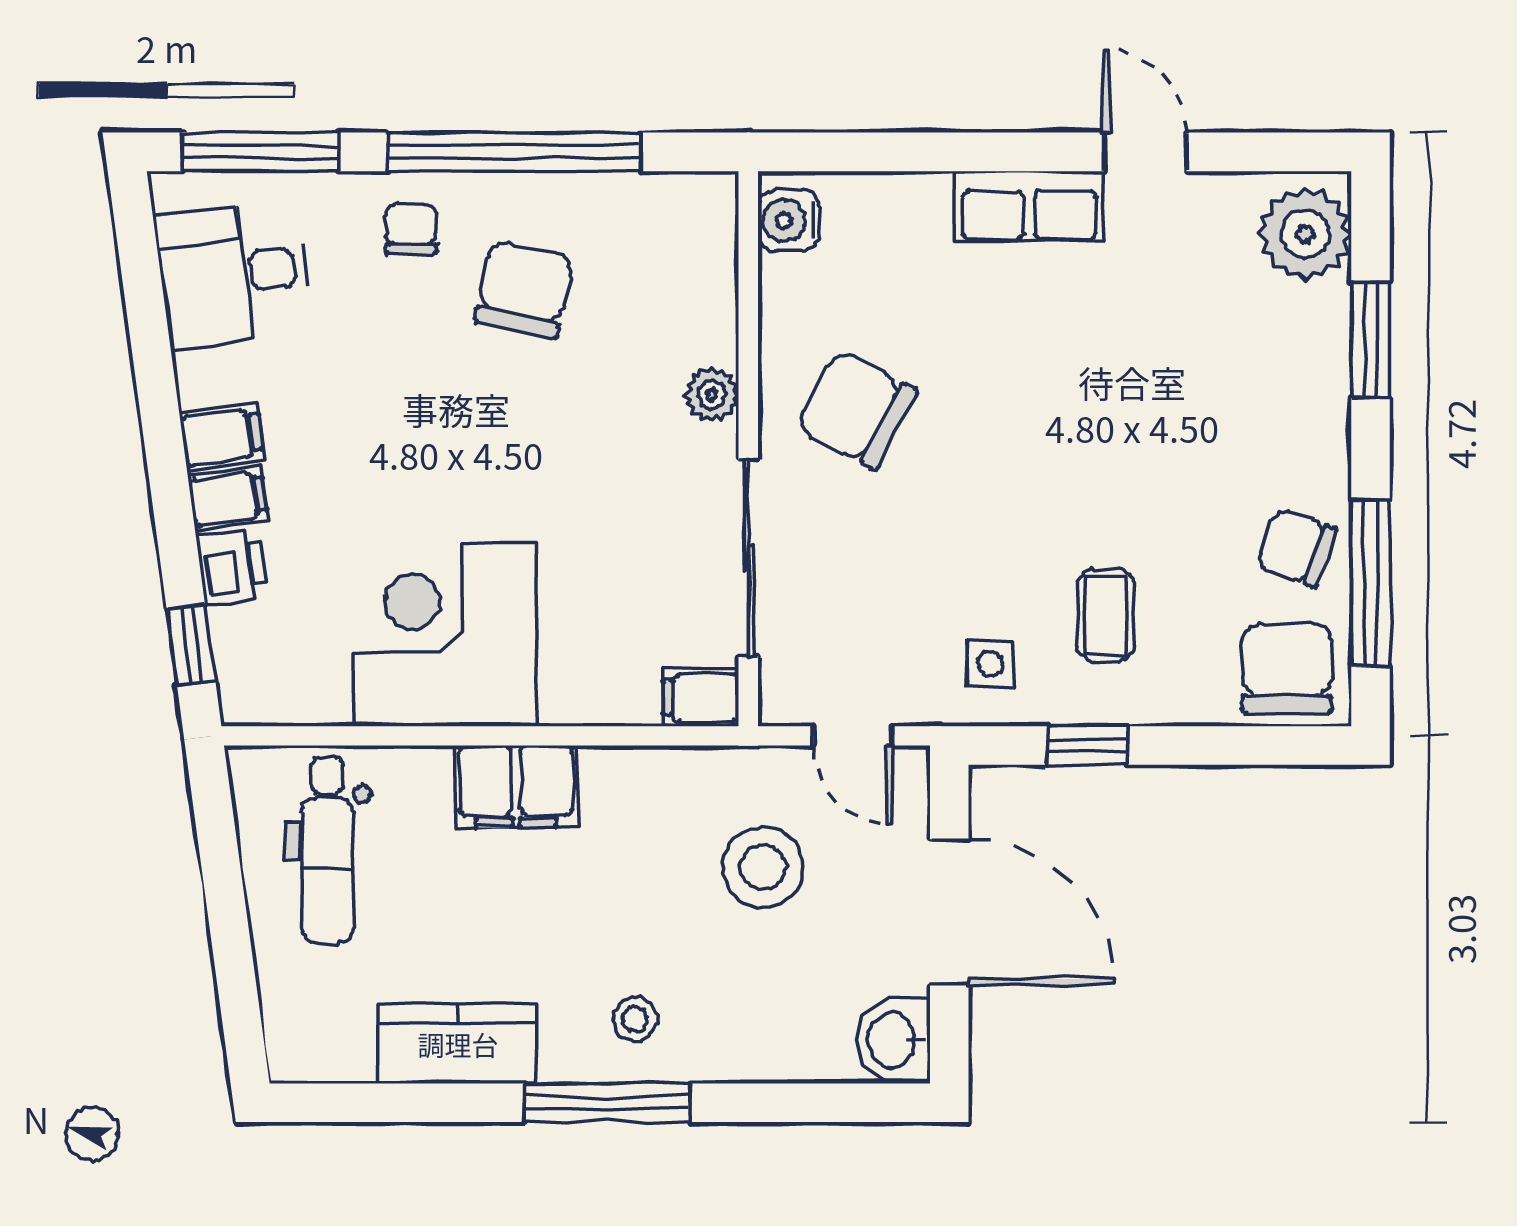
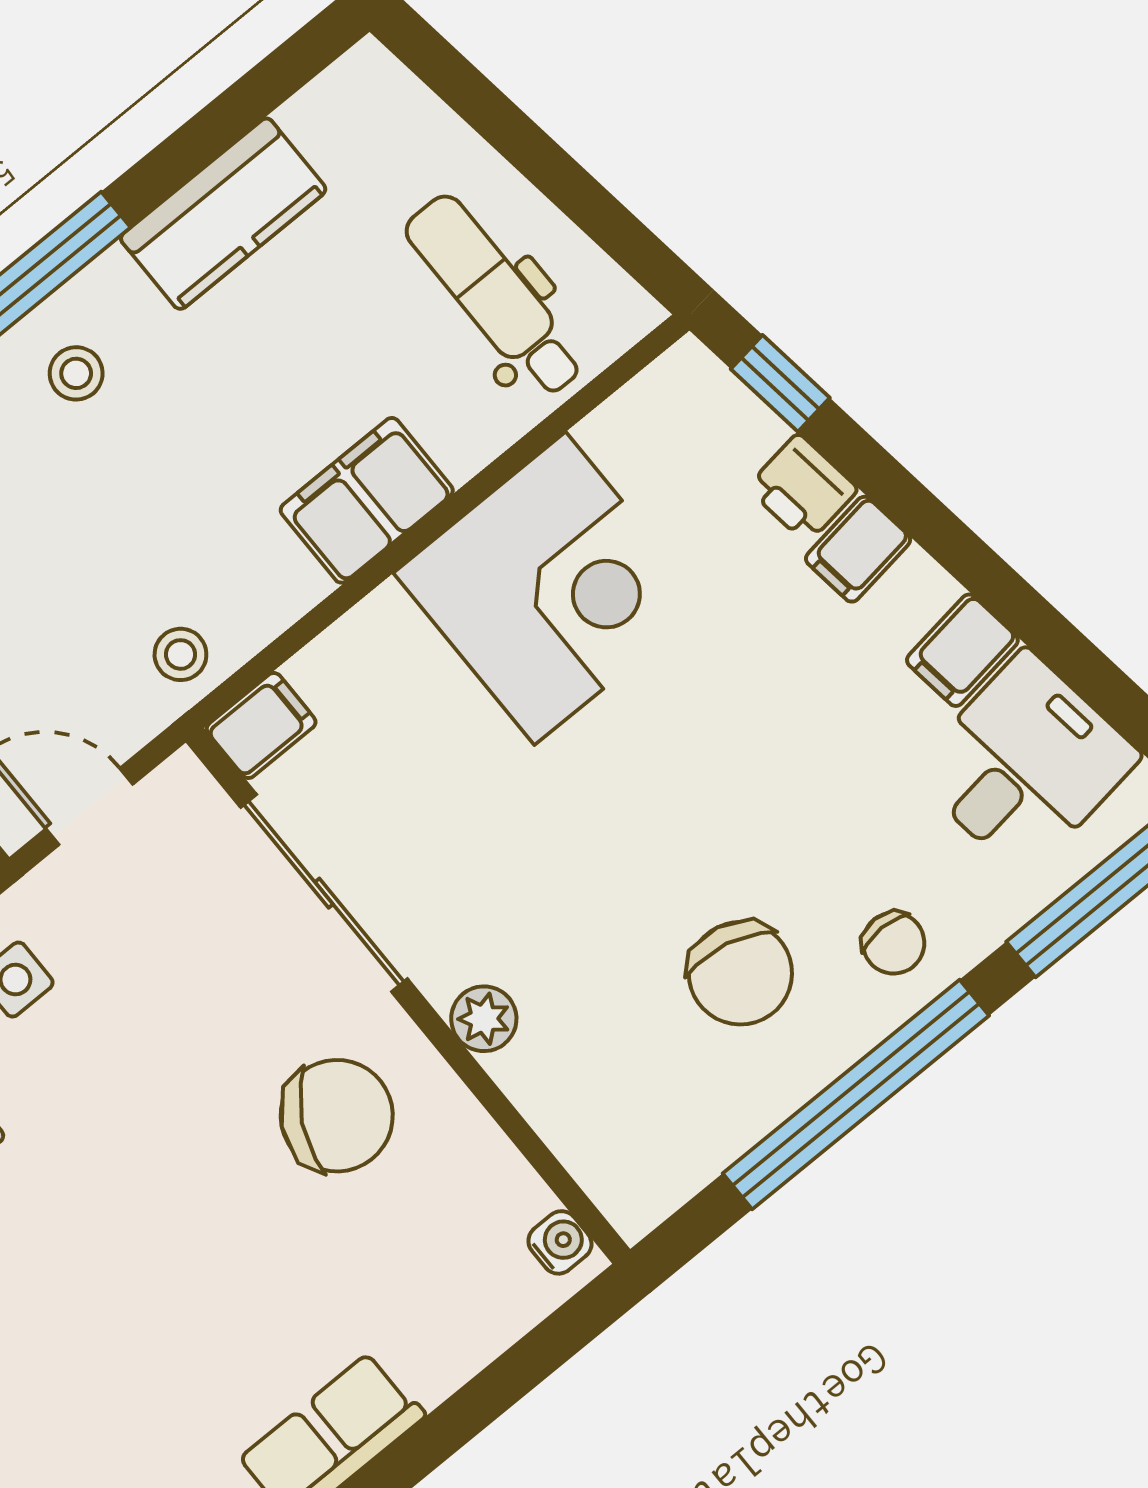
water cooler: (789, 221) -> (560, 1242), width x0.72, depth x0.72
filing cabinet: (222, 437) -> (962, 650), moved
stool: (763, 867) -> (180, 654), moved, width x0.53, depth x0.53

